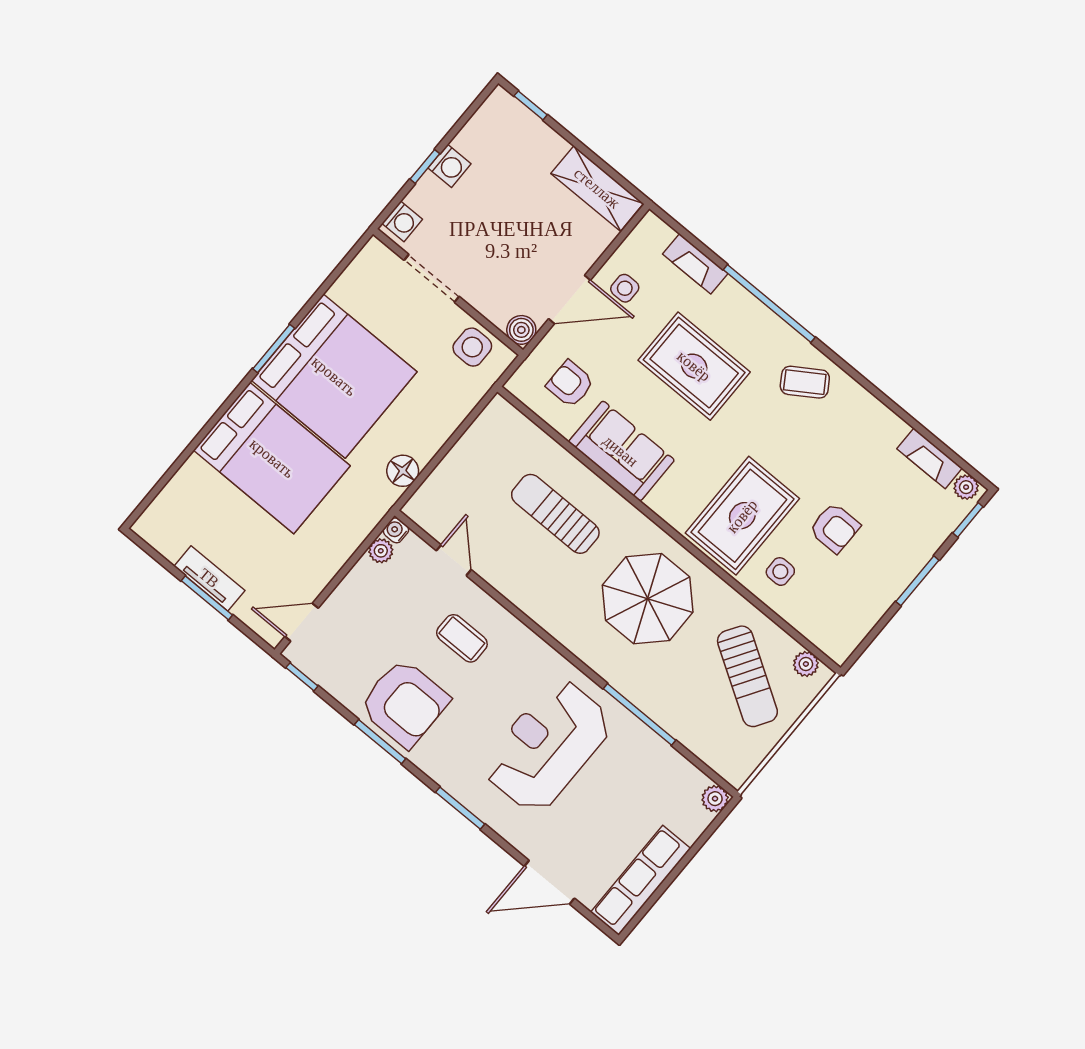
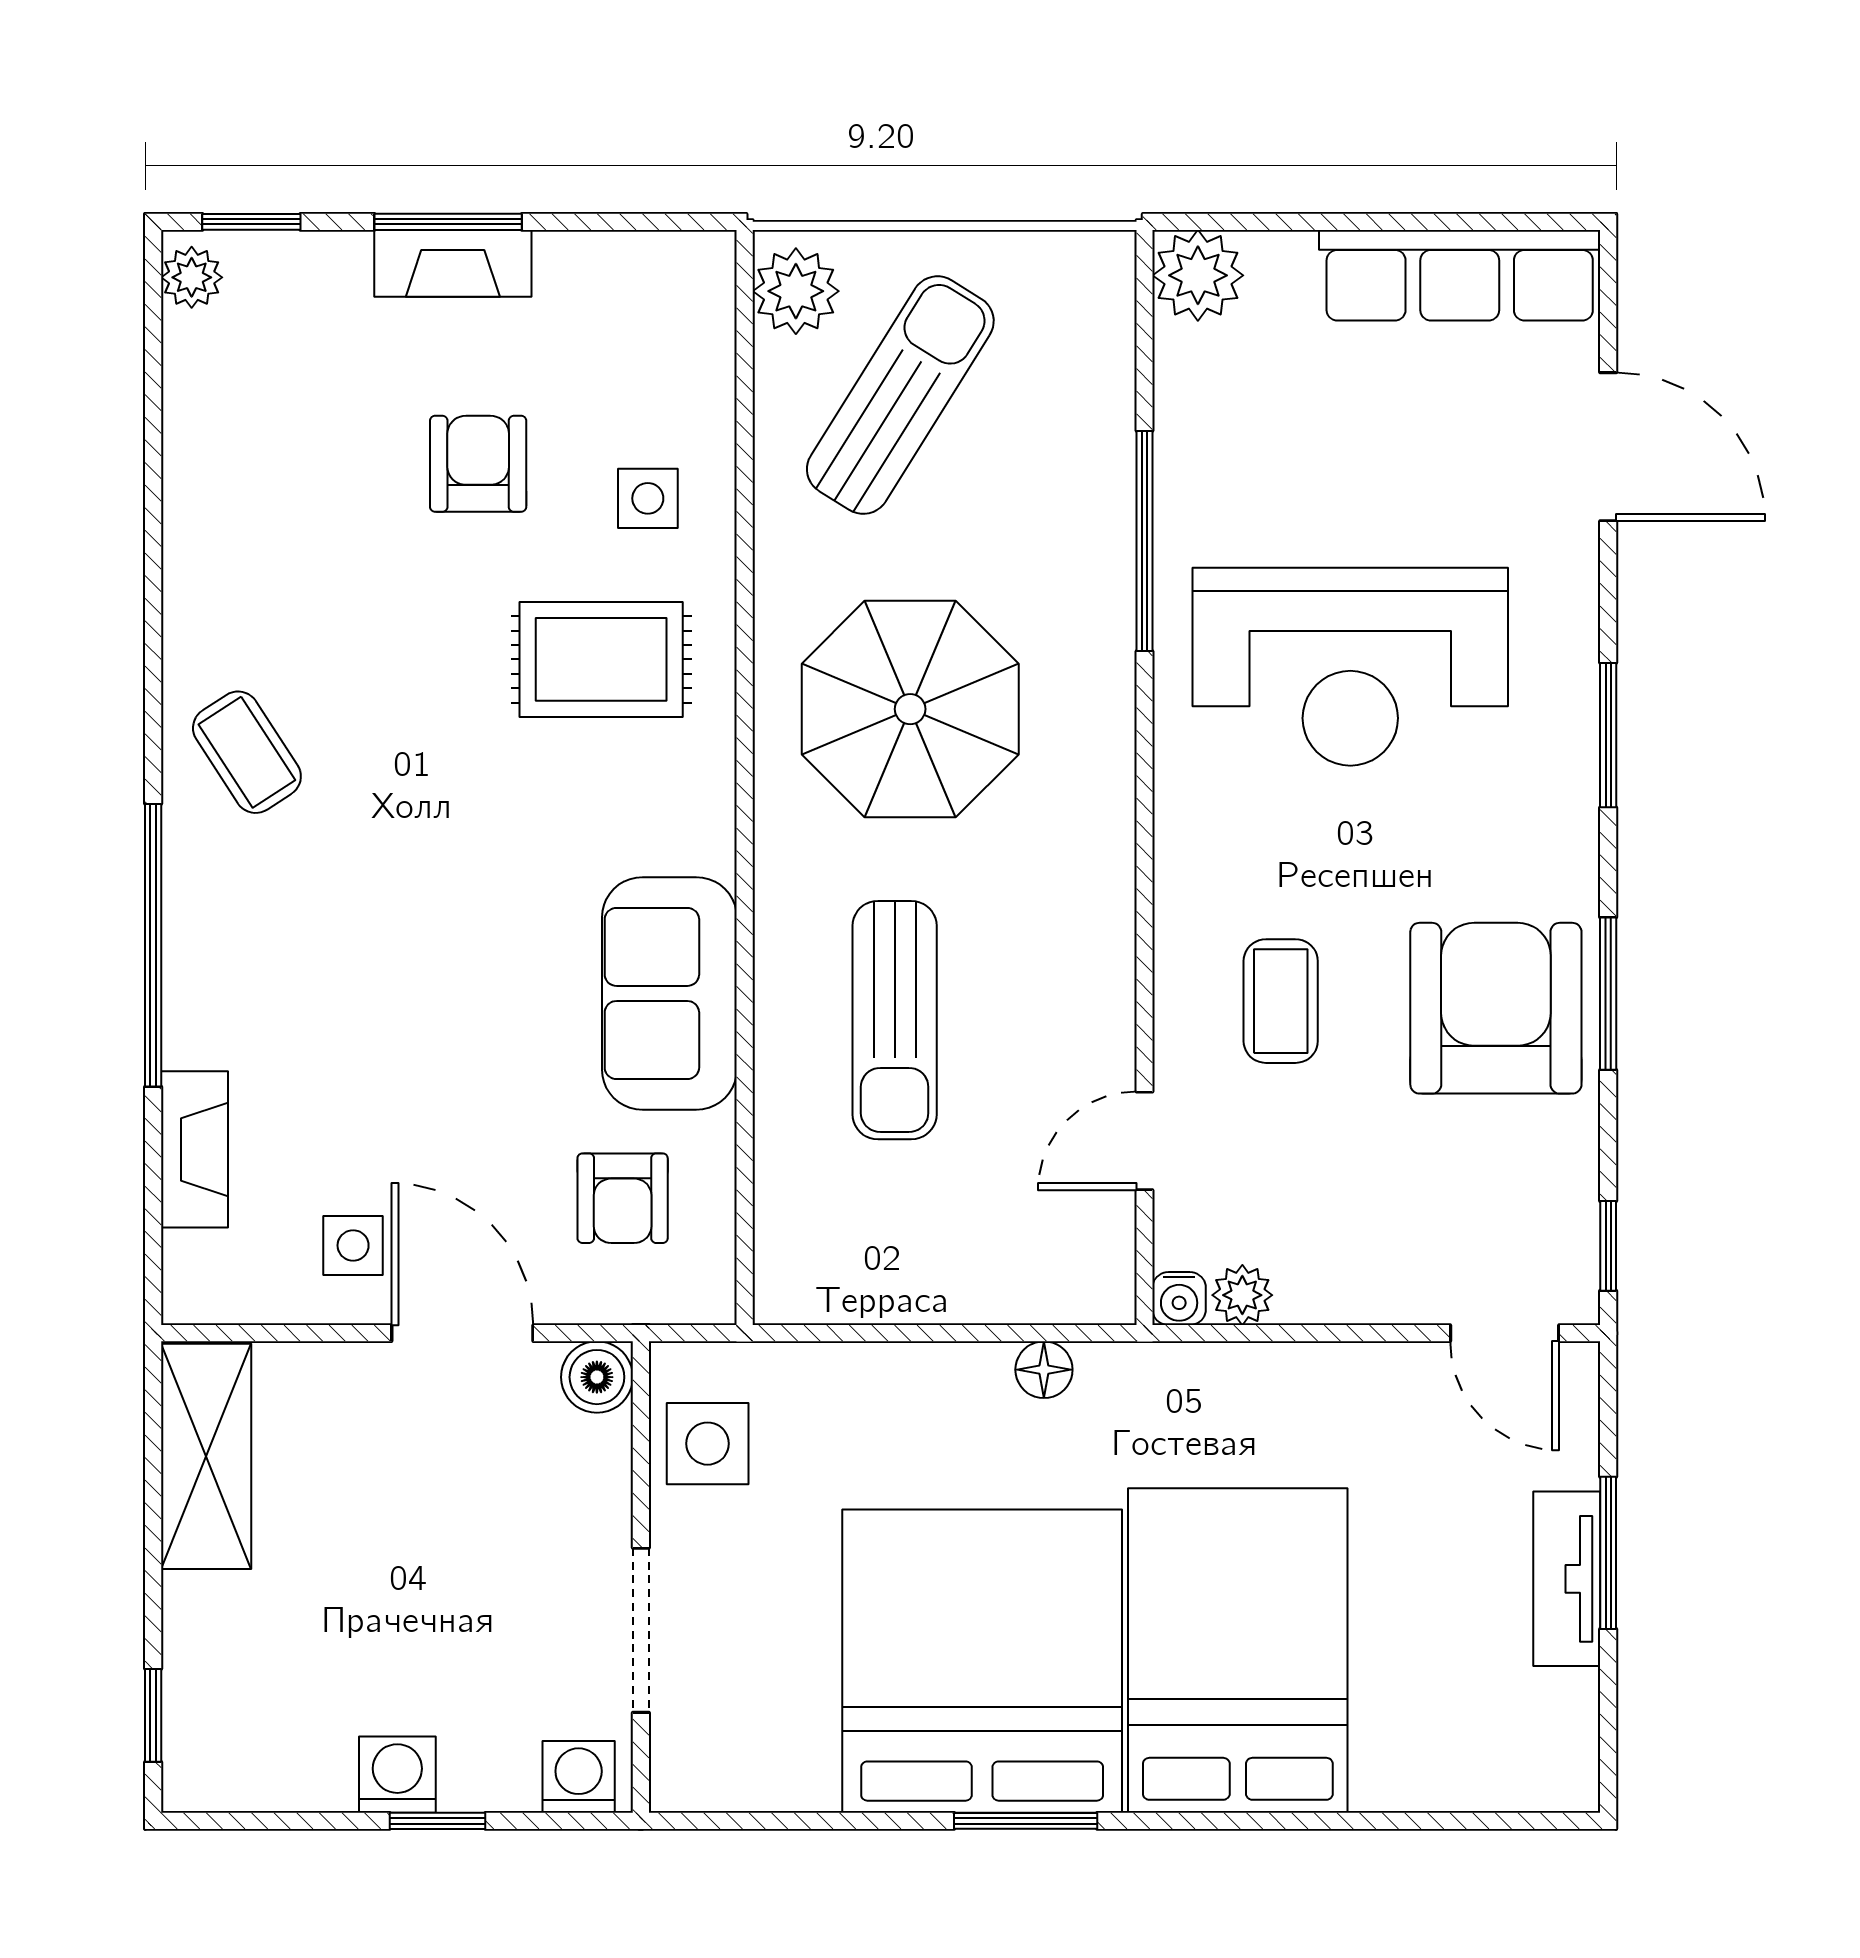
rug: (694, 366) -> (392, 989), removed
fireplace: (930, 458) -> (453, 263), moved, turned 90
floor lamp: (403, 471) -> (1044, 1370), width x0.73, depth x0.73
rug: (742, 516) -> (601, 659), width x0.73, depth x0.70
plant: (806, 664) -> (796, 291), width x1.38, depth x1.38
plant: (715, 799) -> (1198, 275), width x1.38, depth x1.38

